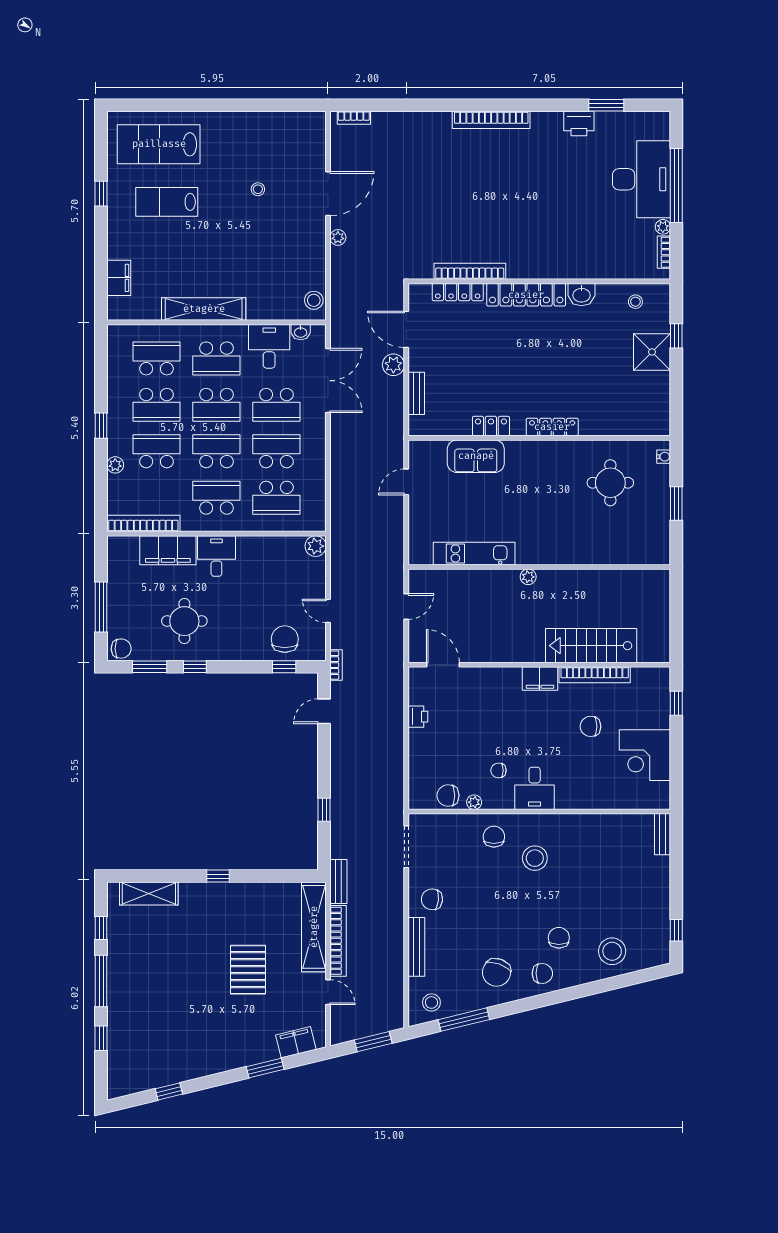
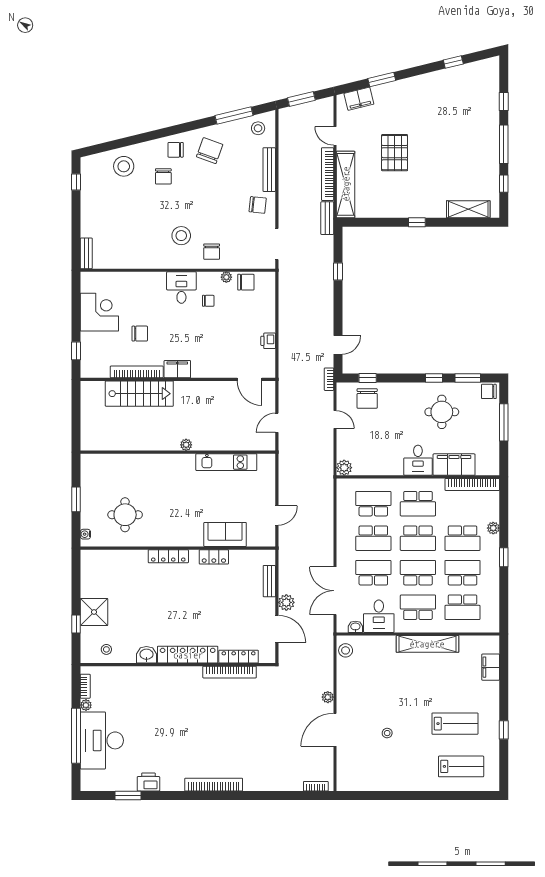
lab bench: (159, 144) -> (461, 766), width x0.73, depth x0.72

